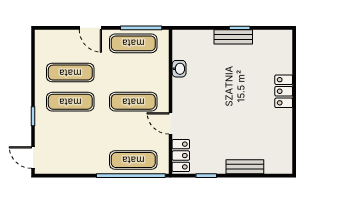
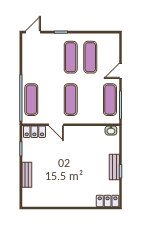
washbasin: (179, 69) -> (111, 130), moved
locker: (284, 91) -> (108, 201), moved
door: (170, 123) -> (56, 125), swing flipped

